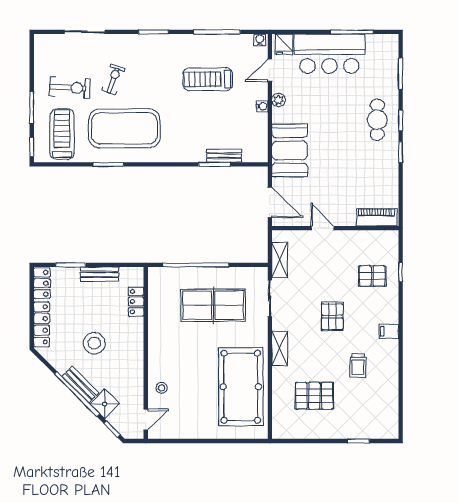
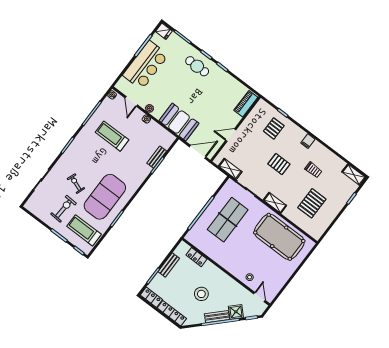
fridge: (284, 44) -> (164, 31), moved
treadmill: (208, 79) -> (112, 136), turned 90
shelving: (390, 421) -> (354, 175), added

